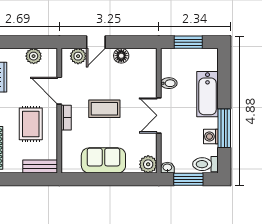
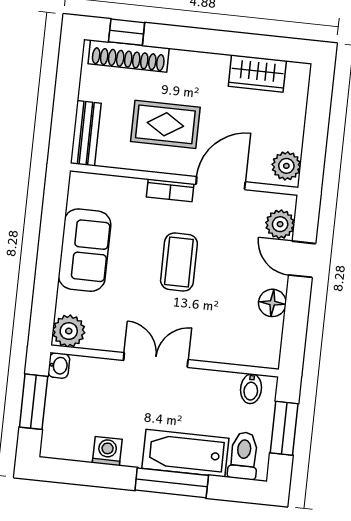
plant: (34, 56) -> (286, 166), moved
bidet: (169, 83) -> (251, 389), moved
window: (224, 128) -> (172, 483), moved
toilet: (205, 164) -> (244, 456), moved

